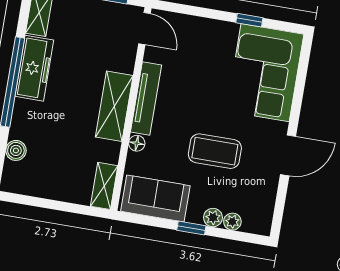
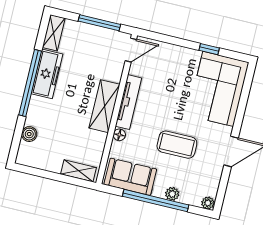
door: (144, 29) -> (131, 50), hinge flipped
shelving: (104, 186) -> (78, 171), moved, turned 90
plant: (232, 222) -> (208, 203), moved
window: (191, 228) -> (156, 201), width x3.17

